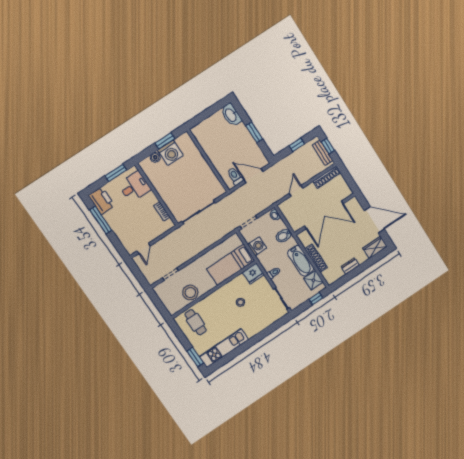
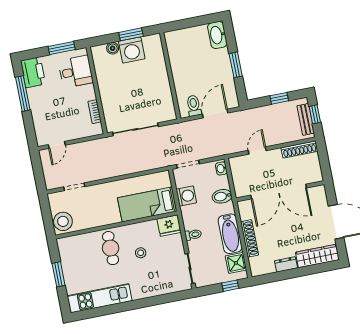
door: (254, 176) -> (215, 114), hinge flipped
wardrobe: (375, 247) -> (317, 256), width x1.50
stool: (190, 293) -> (63, 221), moved
cafe table: (196, 322) -> (111, 248), moved
window: (195, 357) -> (59, 274), moved

